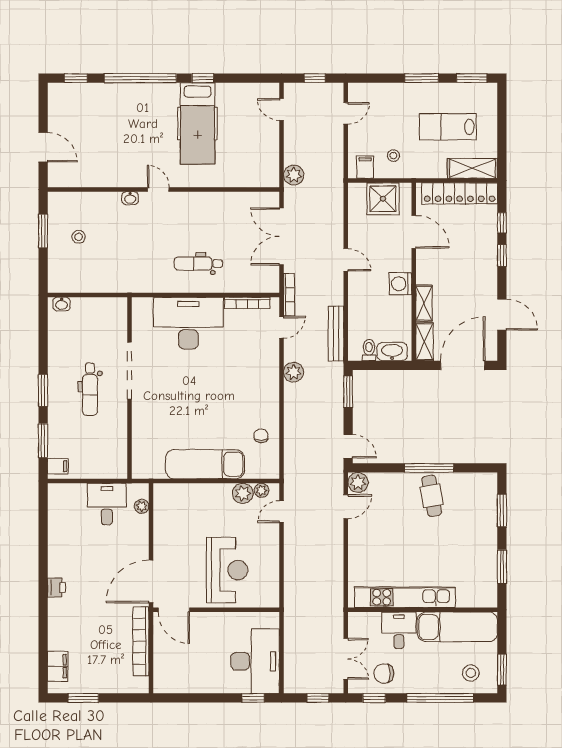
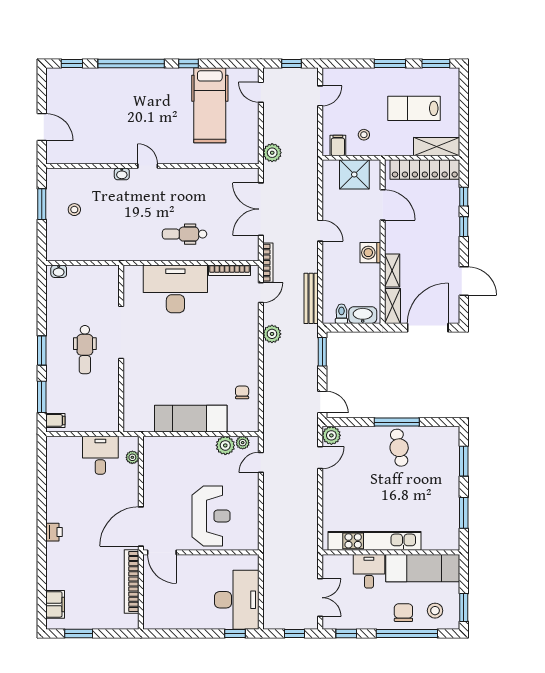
hospital bed: (198, 123) -> (210, 105), moved
chair: (384, 674) -> (403, 613), moved, turned 90

